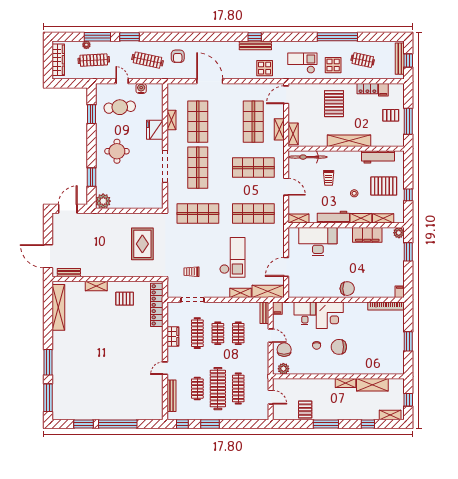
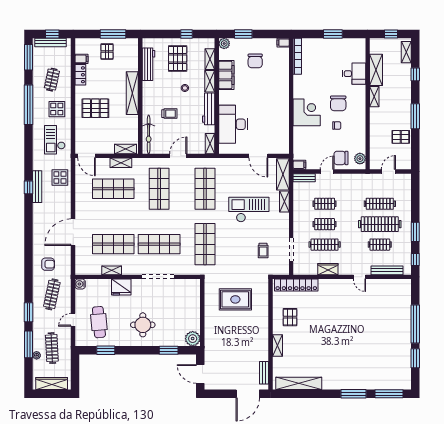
window: (385, 37) -> (29, 57), added
water cooler: (141, 88) -> (80, 284), moved
chair: (347, 289) -> (255, 61), moved, turned 180
desk: (305, 313) -> (354, 74), moved, turned 180

